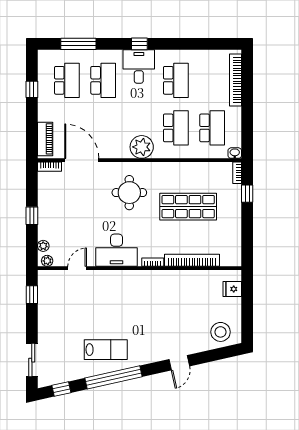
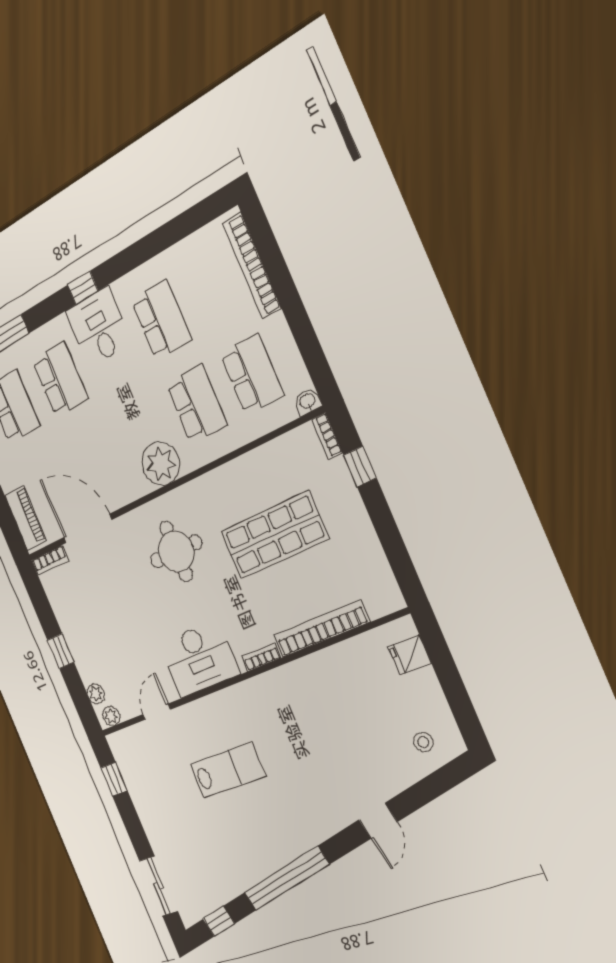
stool: (221, 332) -> (423, 742), width x0.53, depth x0.53
lab bench: (106, 350) -> (228, 770), moved

